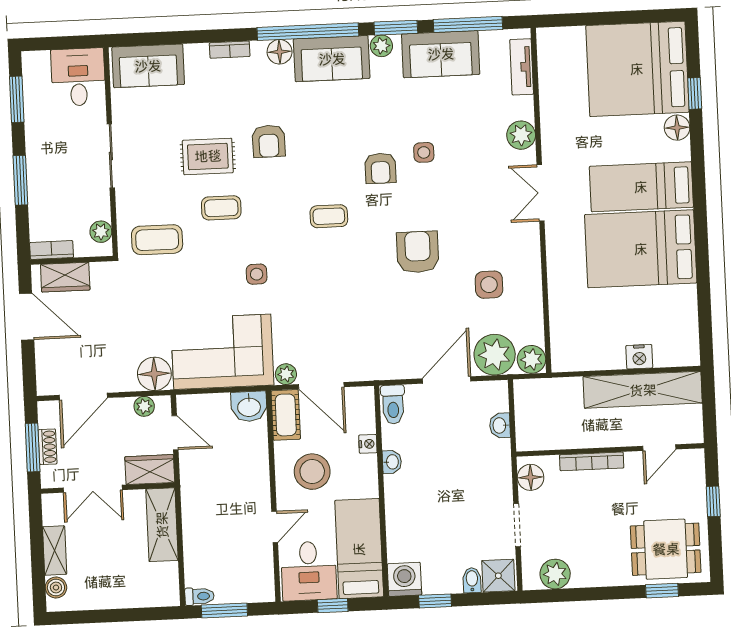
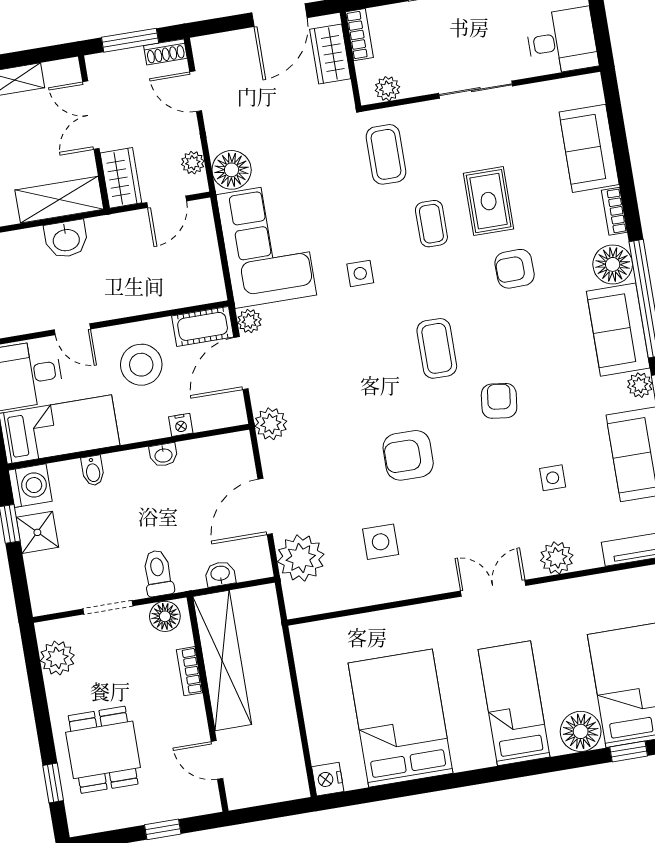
floor lamp: (280, 52) -> (613, 264), width x1.38, depth x1.38
sofa: (148, 66) -> (589, 148), moved
floor lamp: (677, 128) -> (581, 731), width x1.38, depth x1.38
side table: (424, 152) -> (553, 478), moved
armchair: (380, 168) -> (499, 401), turned 97
coffee table: (329, 216) -> (437, 348), width x1.36, depth x1.30
bed: (641, 249) -> (401, 718), moved
armchair: (418, 252) -> (408, 455), turned 180
nightstand: (639, 357) -> (328, 779), moved
plant: (531, 359) -> (271, 424), moved
door: (447, 380) -> (265, 506), swing flipped
shelving: (643, 390) -> (222, 660), moved
door: (83, 396) -> (196, 91), width x0.73
toilet: (393, 404) -> (158, 573), moved, turned 90
washbasin: (249, 406) -> (66, 239), moved, turned -90
shoe rack: (48, 447) -> (165, 52), moved
bookcase: (592, 461) -> (190, 671), width x0.64
dining table: (666, 549) -> (103, 750), moved
shower: (498, 576) -> (37, 532), moved
bidet: (472, 580) -> (93, 471), moved, turned 90

